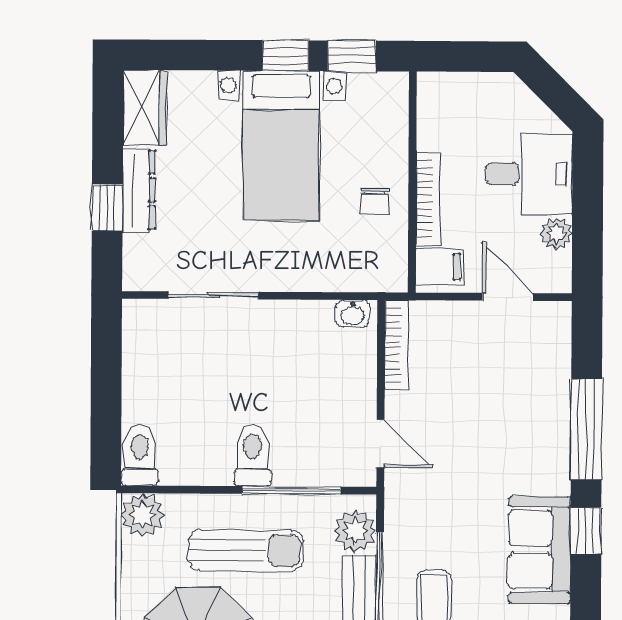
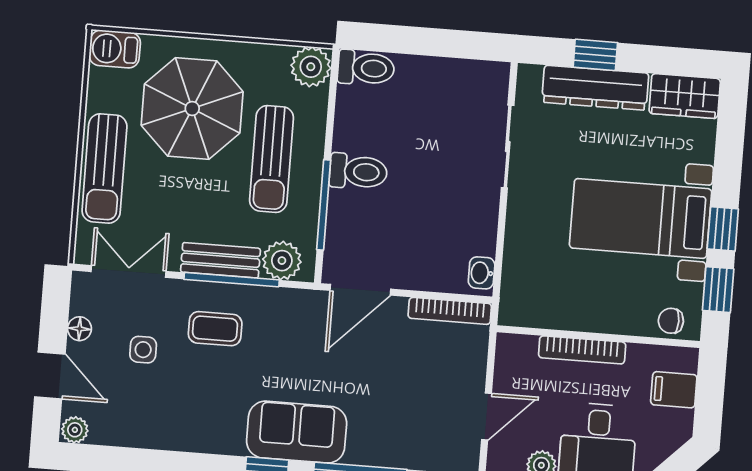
dresser: (139, 190) -> (595, 88), width x1.37, depth x1.24
chair: (375, 201) -> (671, 321), moved
filing cabinet: (440, 267) -> (674, 390), moved, turned 90
door: (380, 444) -> (360, 290), width x1.38
sofa: (540, 550) -> (297, 432), moved

